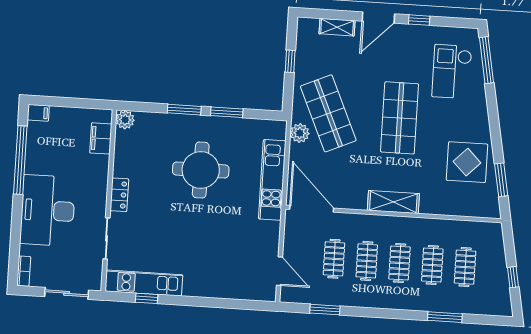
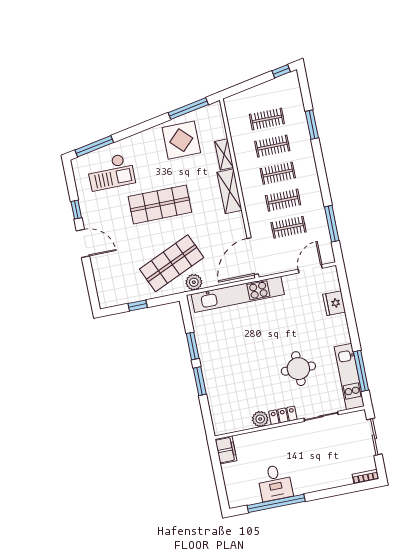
shelving: (337, 27) -> (224, 154), moved
filing cabinet: (38, 113) -> (234, 499), removed
plant: (125, 120) -> (260, 419), moved
filing cabinet: (101, 138) -> (226, 450), moved, turned -90
round table: (201, 170) -> (298, 369), moved, width x0.73, depth x0.73
kitchen unit: (272, 180) -> (238, 294), width x1.36
window: (501, 180) -> (188, 109), width x1.44
desk: (48, 211) -> (275, 483), moved, width x0.53, depth x0.77
window: (513, 277) -> (281, 71), moved
fridge: (233, 288) -> (334, 303), added
window: (147, 298) -> (361, 371), width x2.17
window: (325, 310) -> (332, 224), width x1.44

